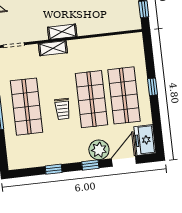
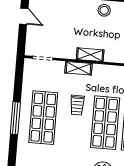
trolley: (62, 109) -> (77, 105), moved

